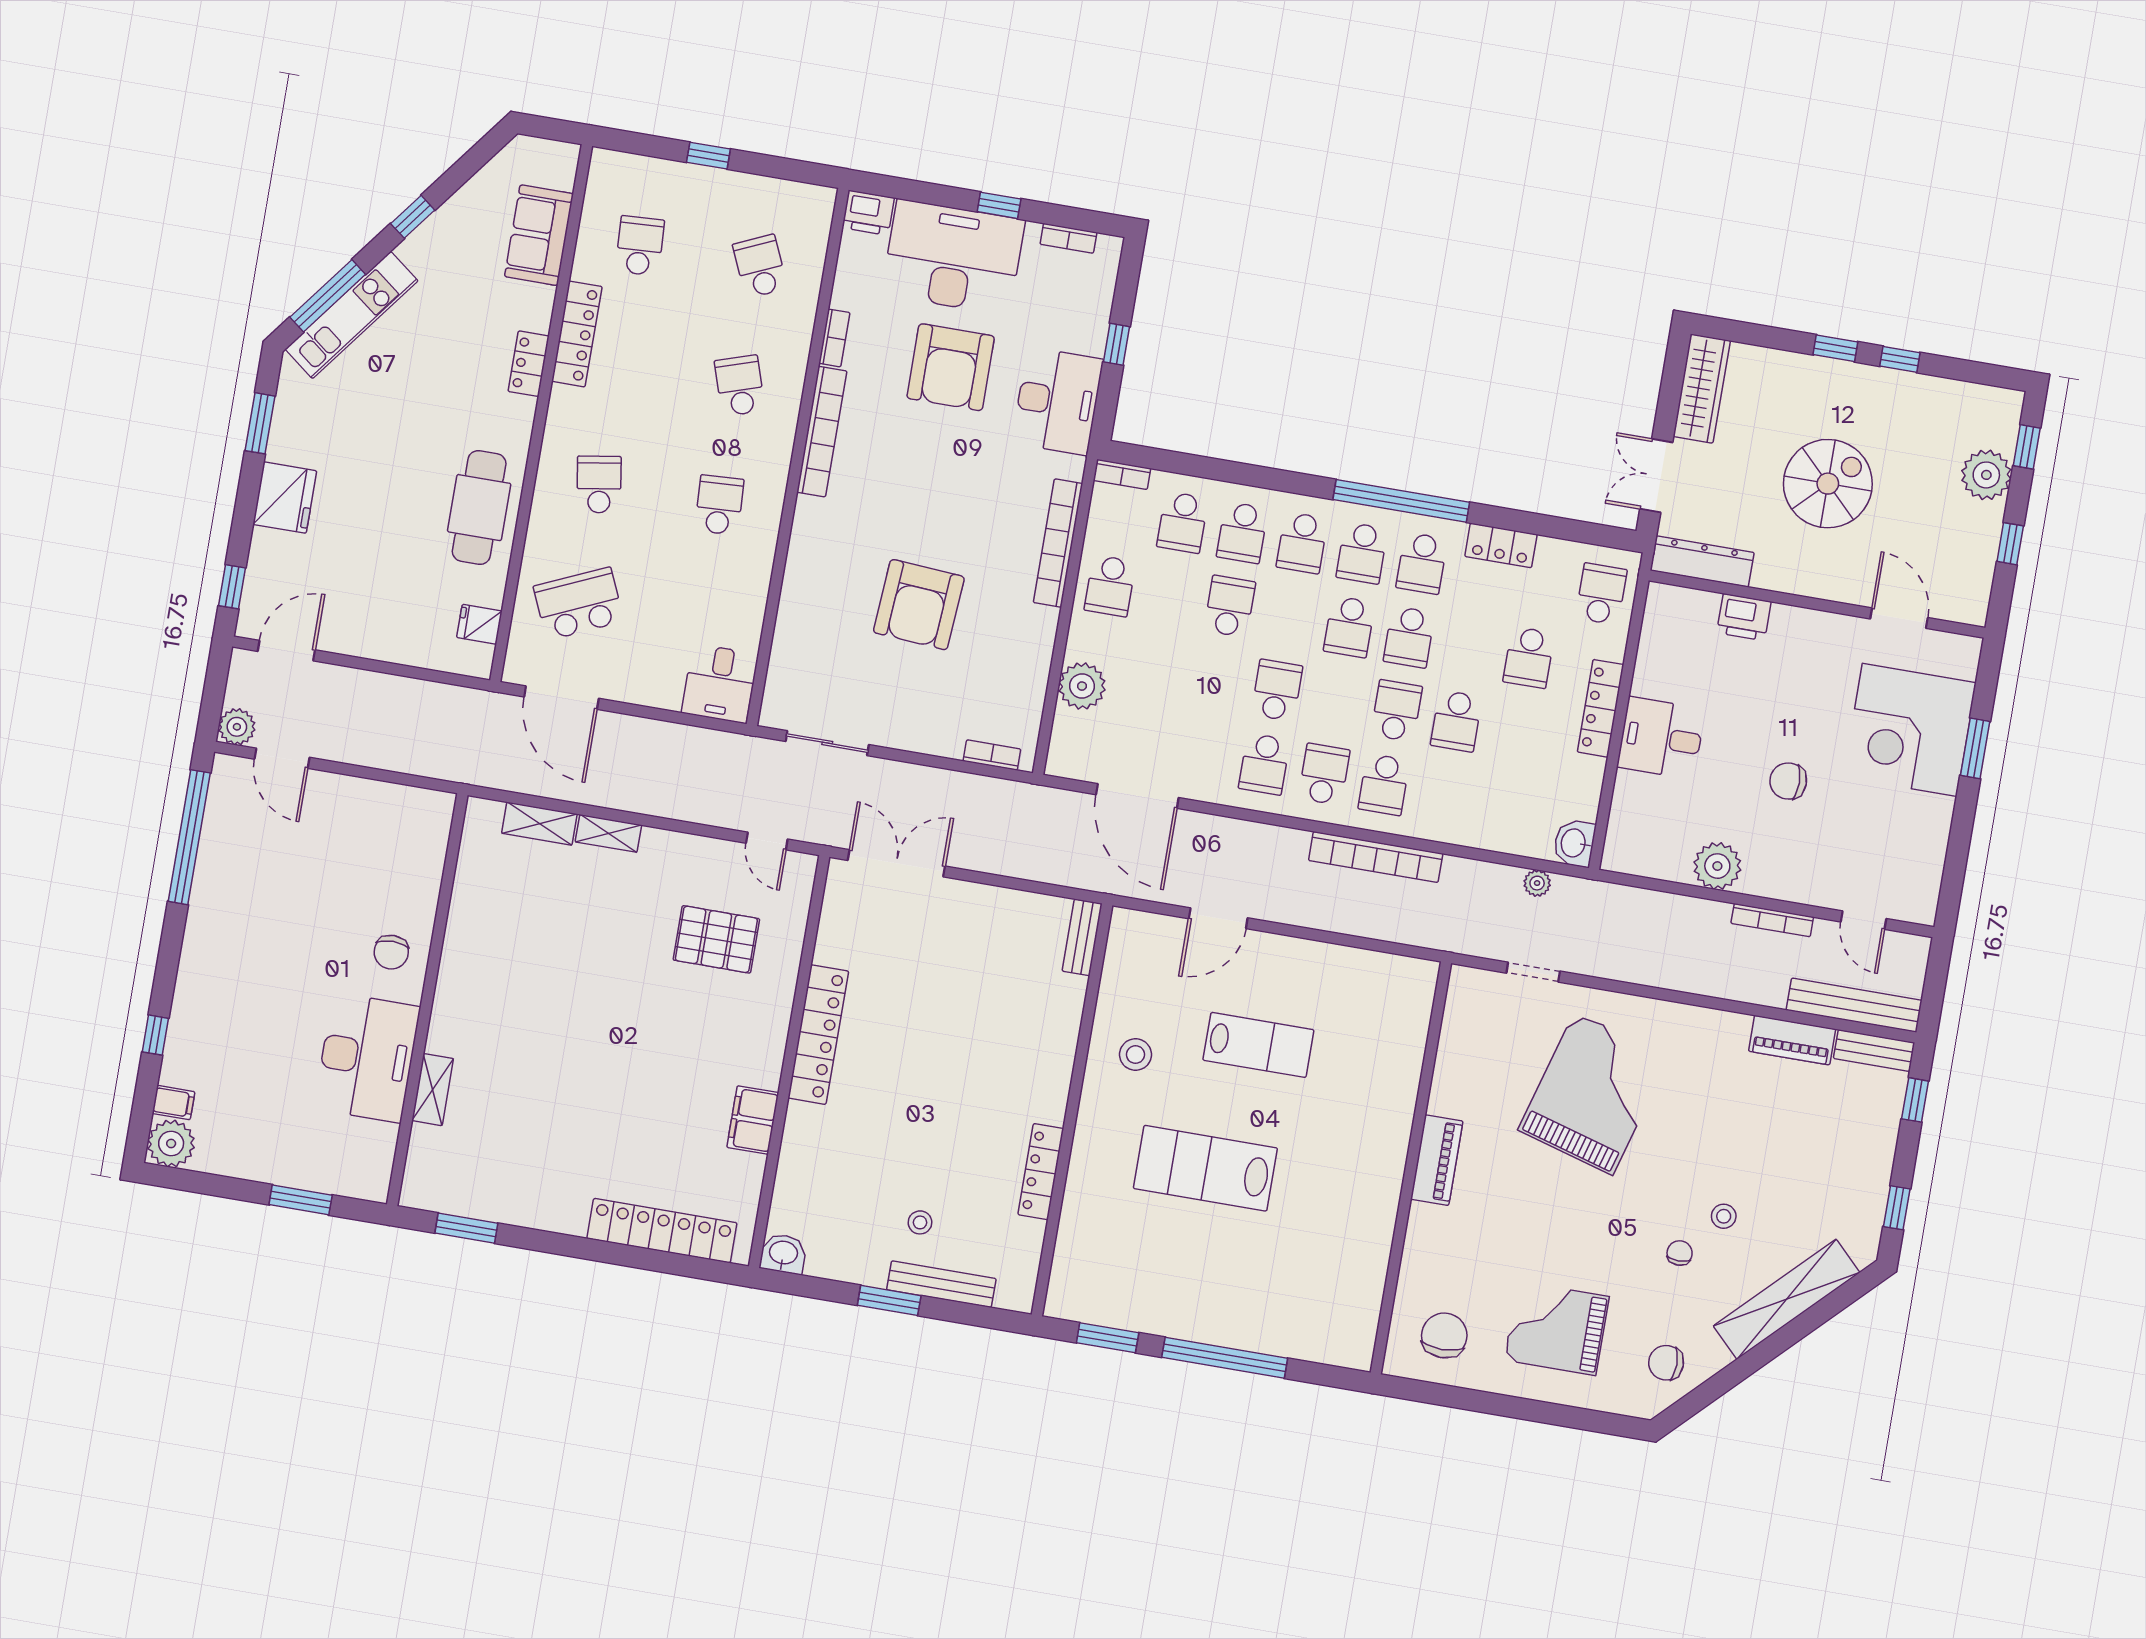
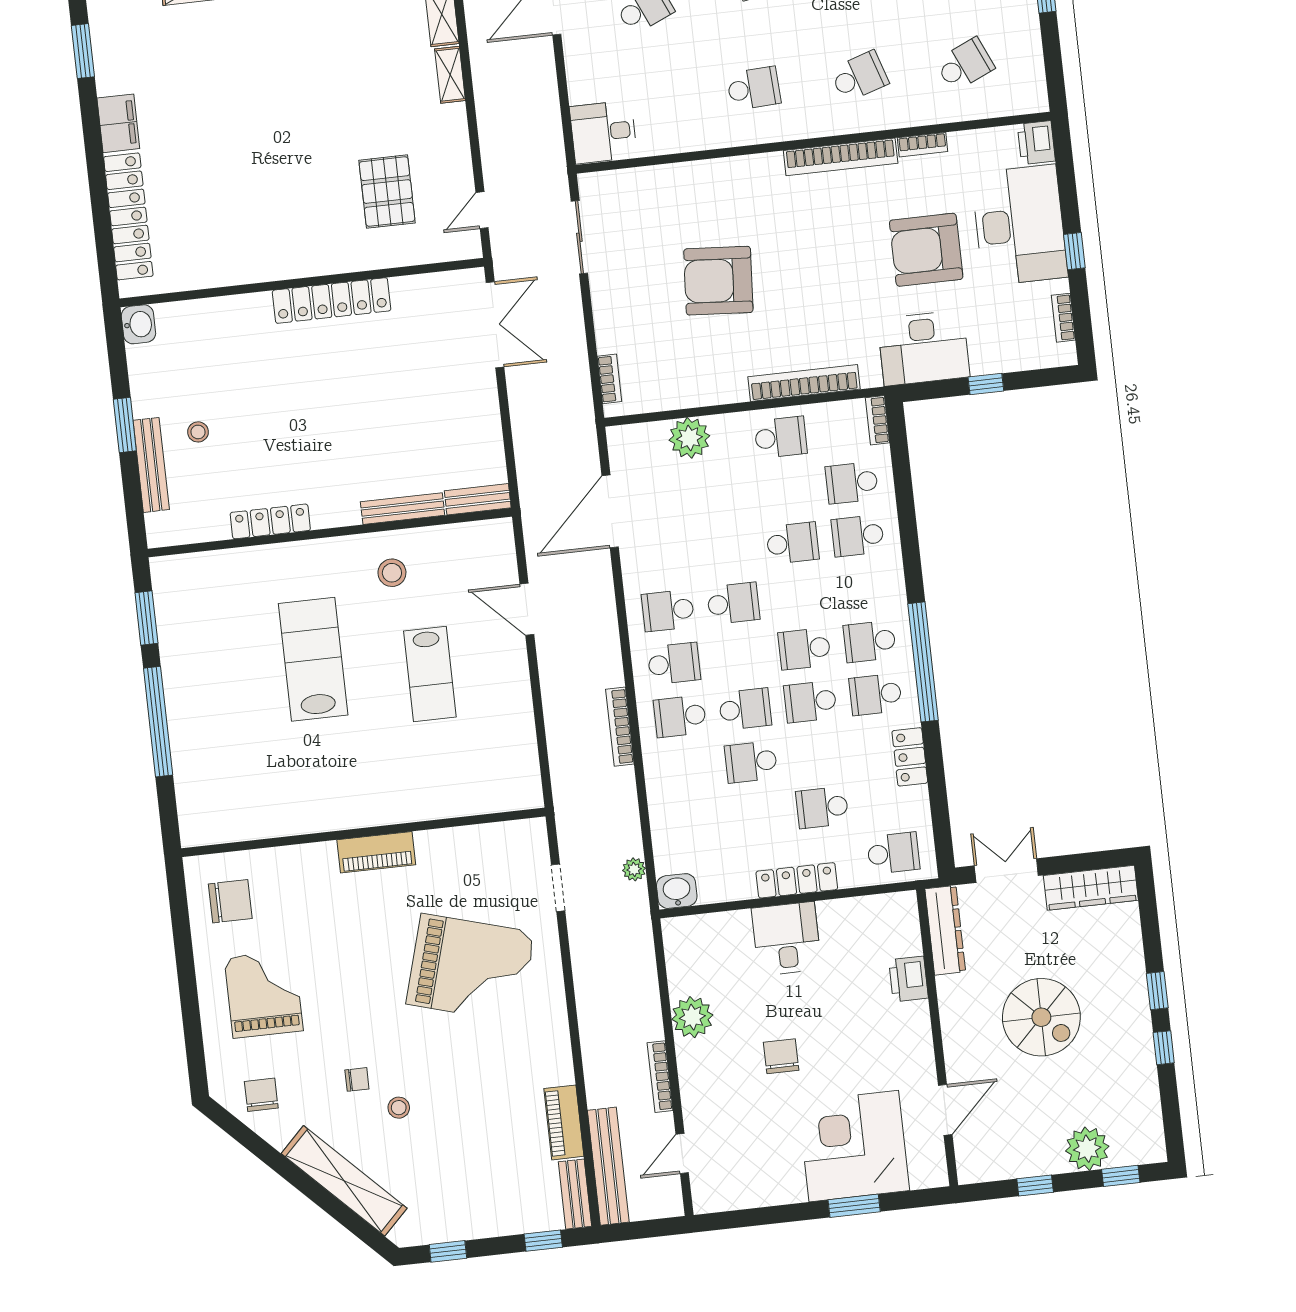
school desk: (1302, 543) -> (864, 589), removed
school desk: (1110, 586) -> (781, 437), turned 180
bookcase: (1376, 857) -> (620, 727), width x0.68, depth x0.76
bench: (1069, 1023) -> (403, 509), added
filing cabinet: (753, 1120) -> (118, 123), moved, turned 90

